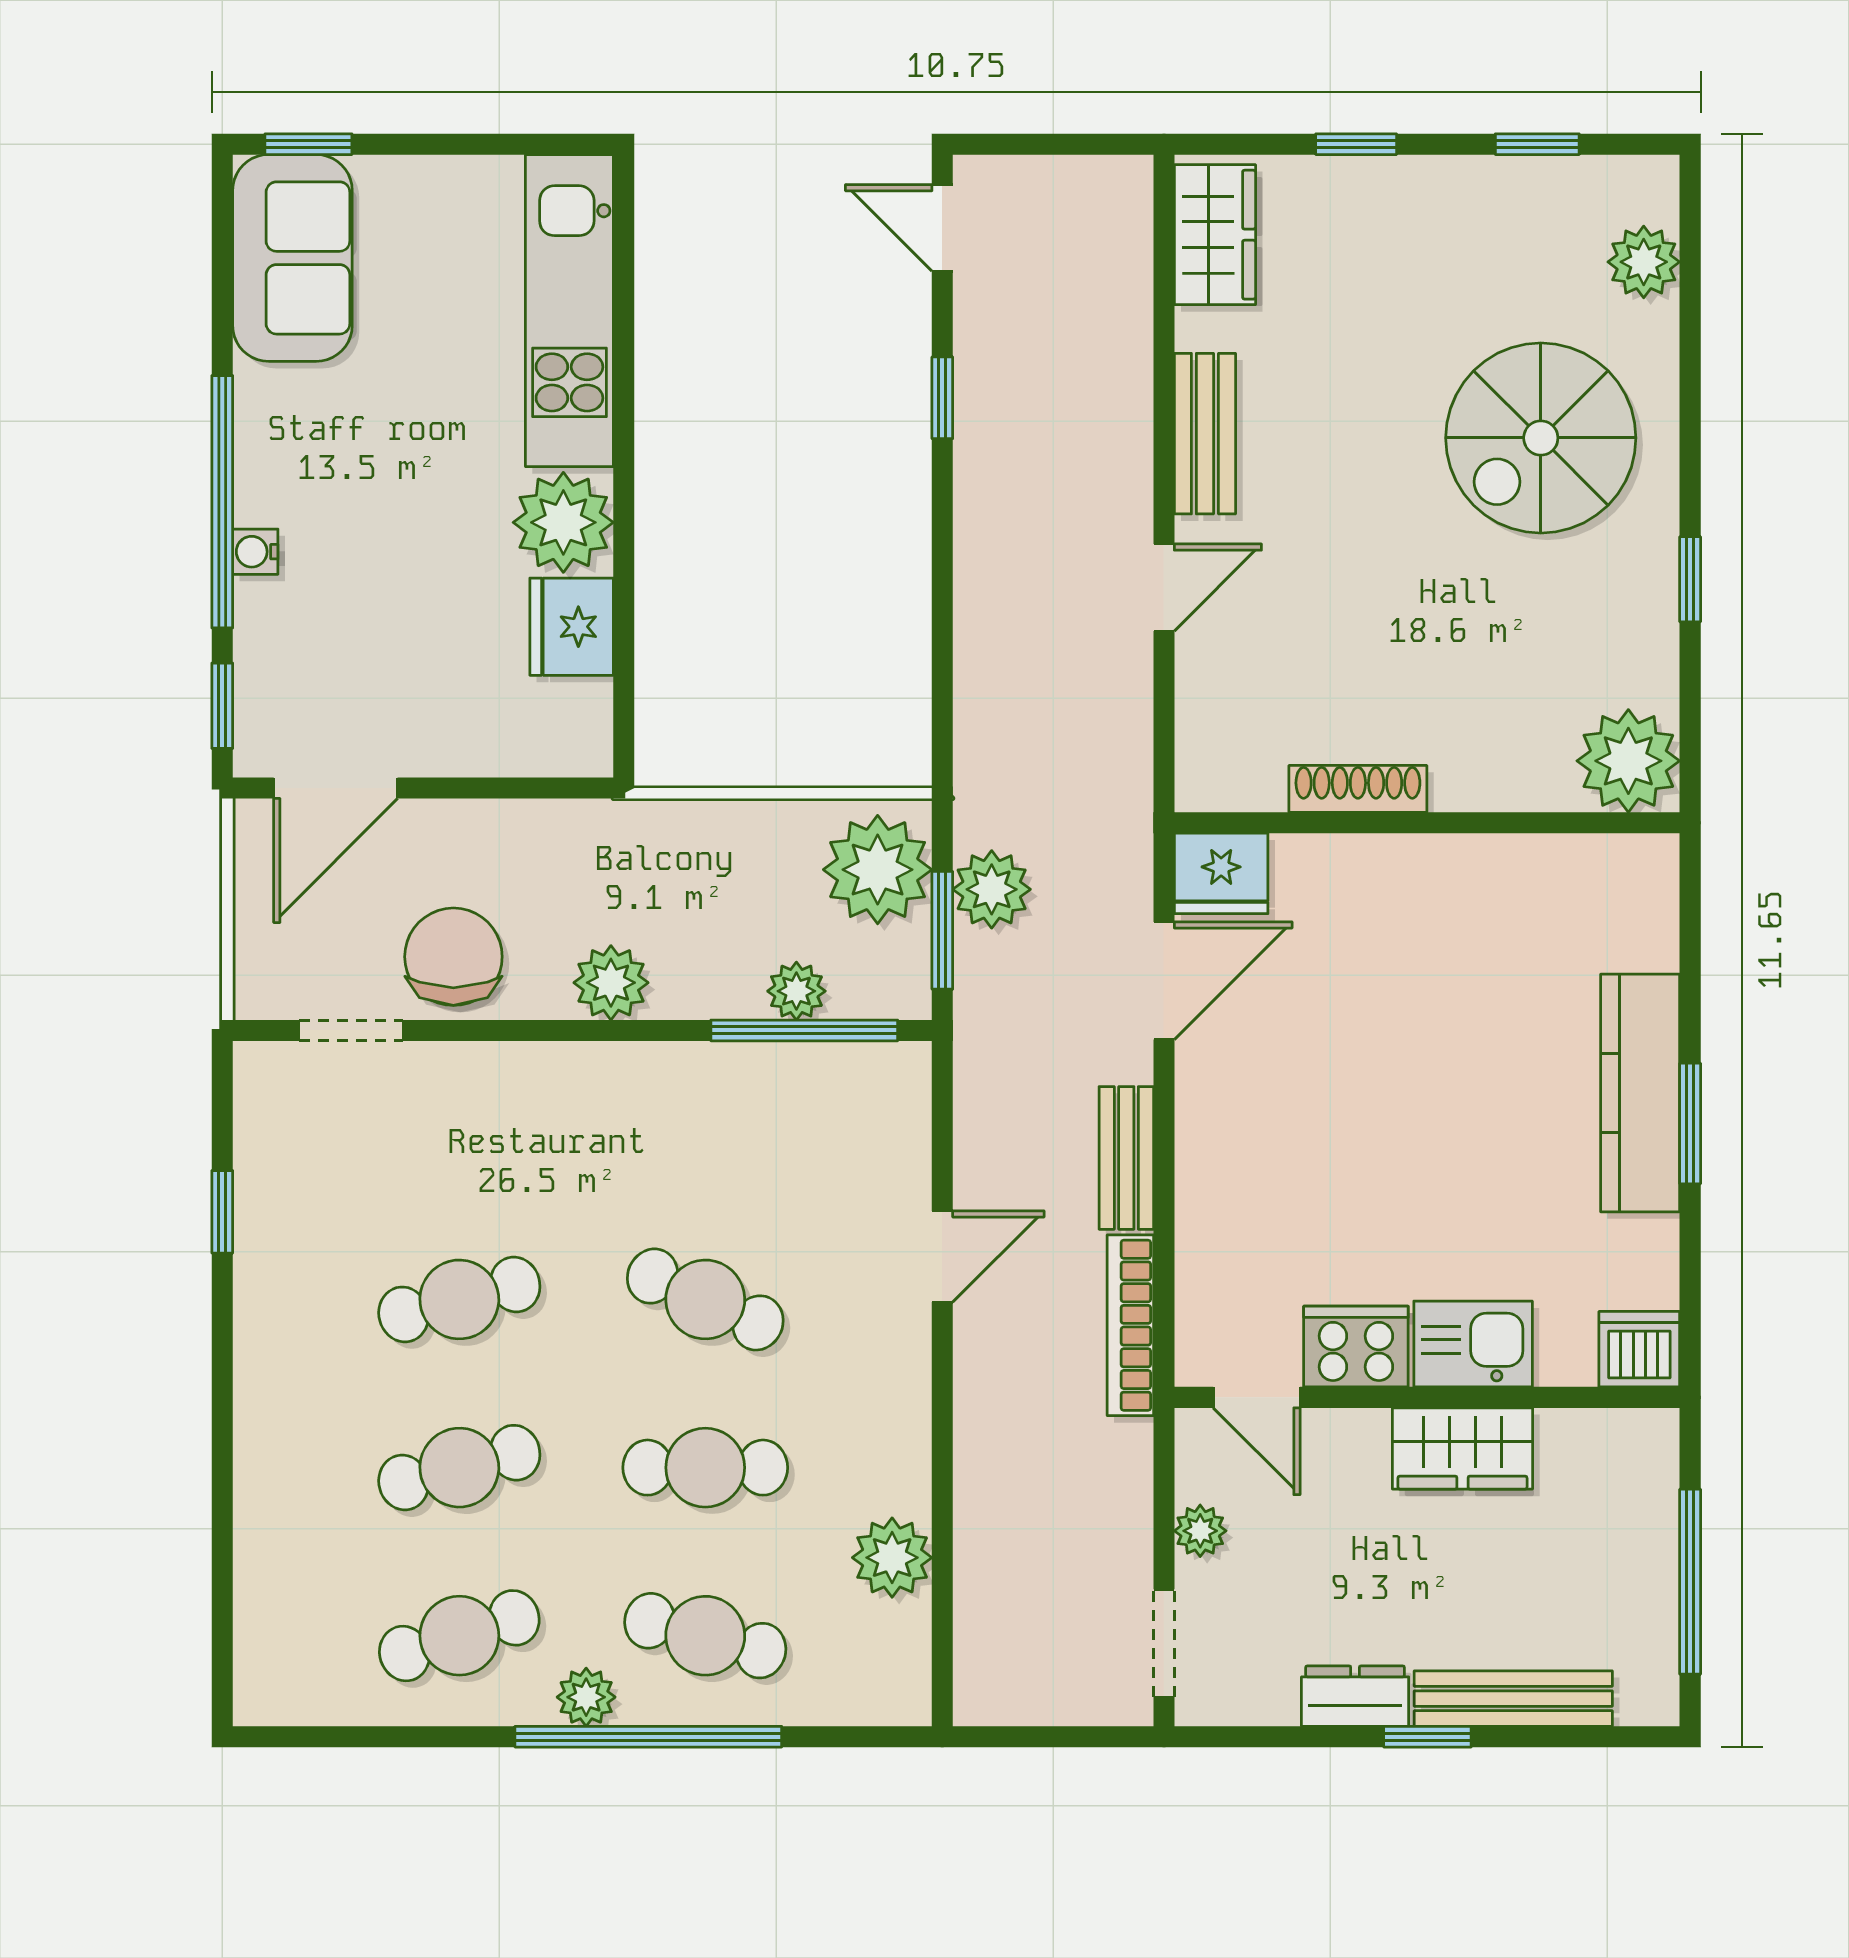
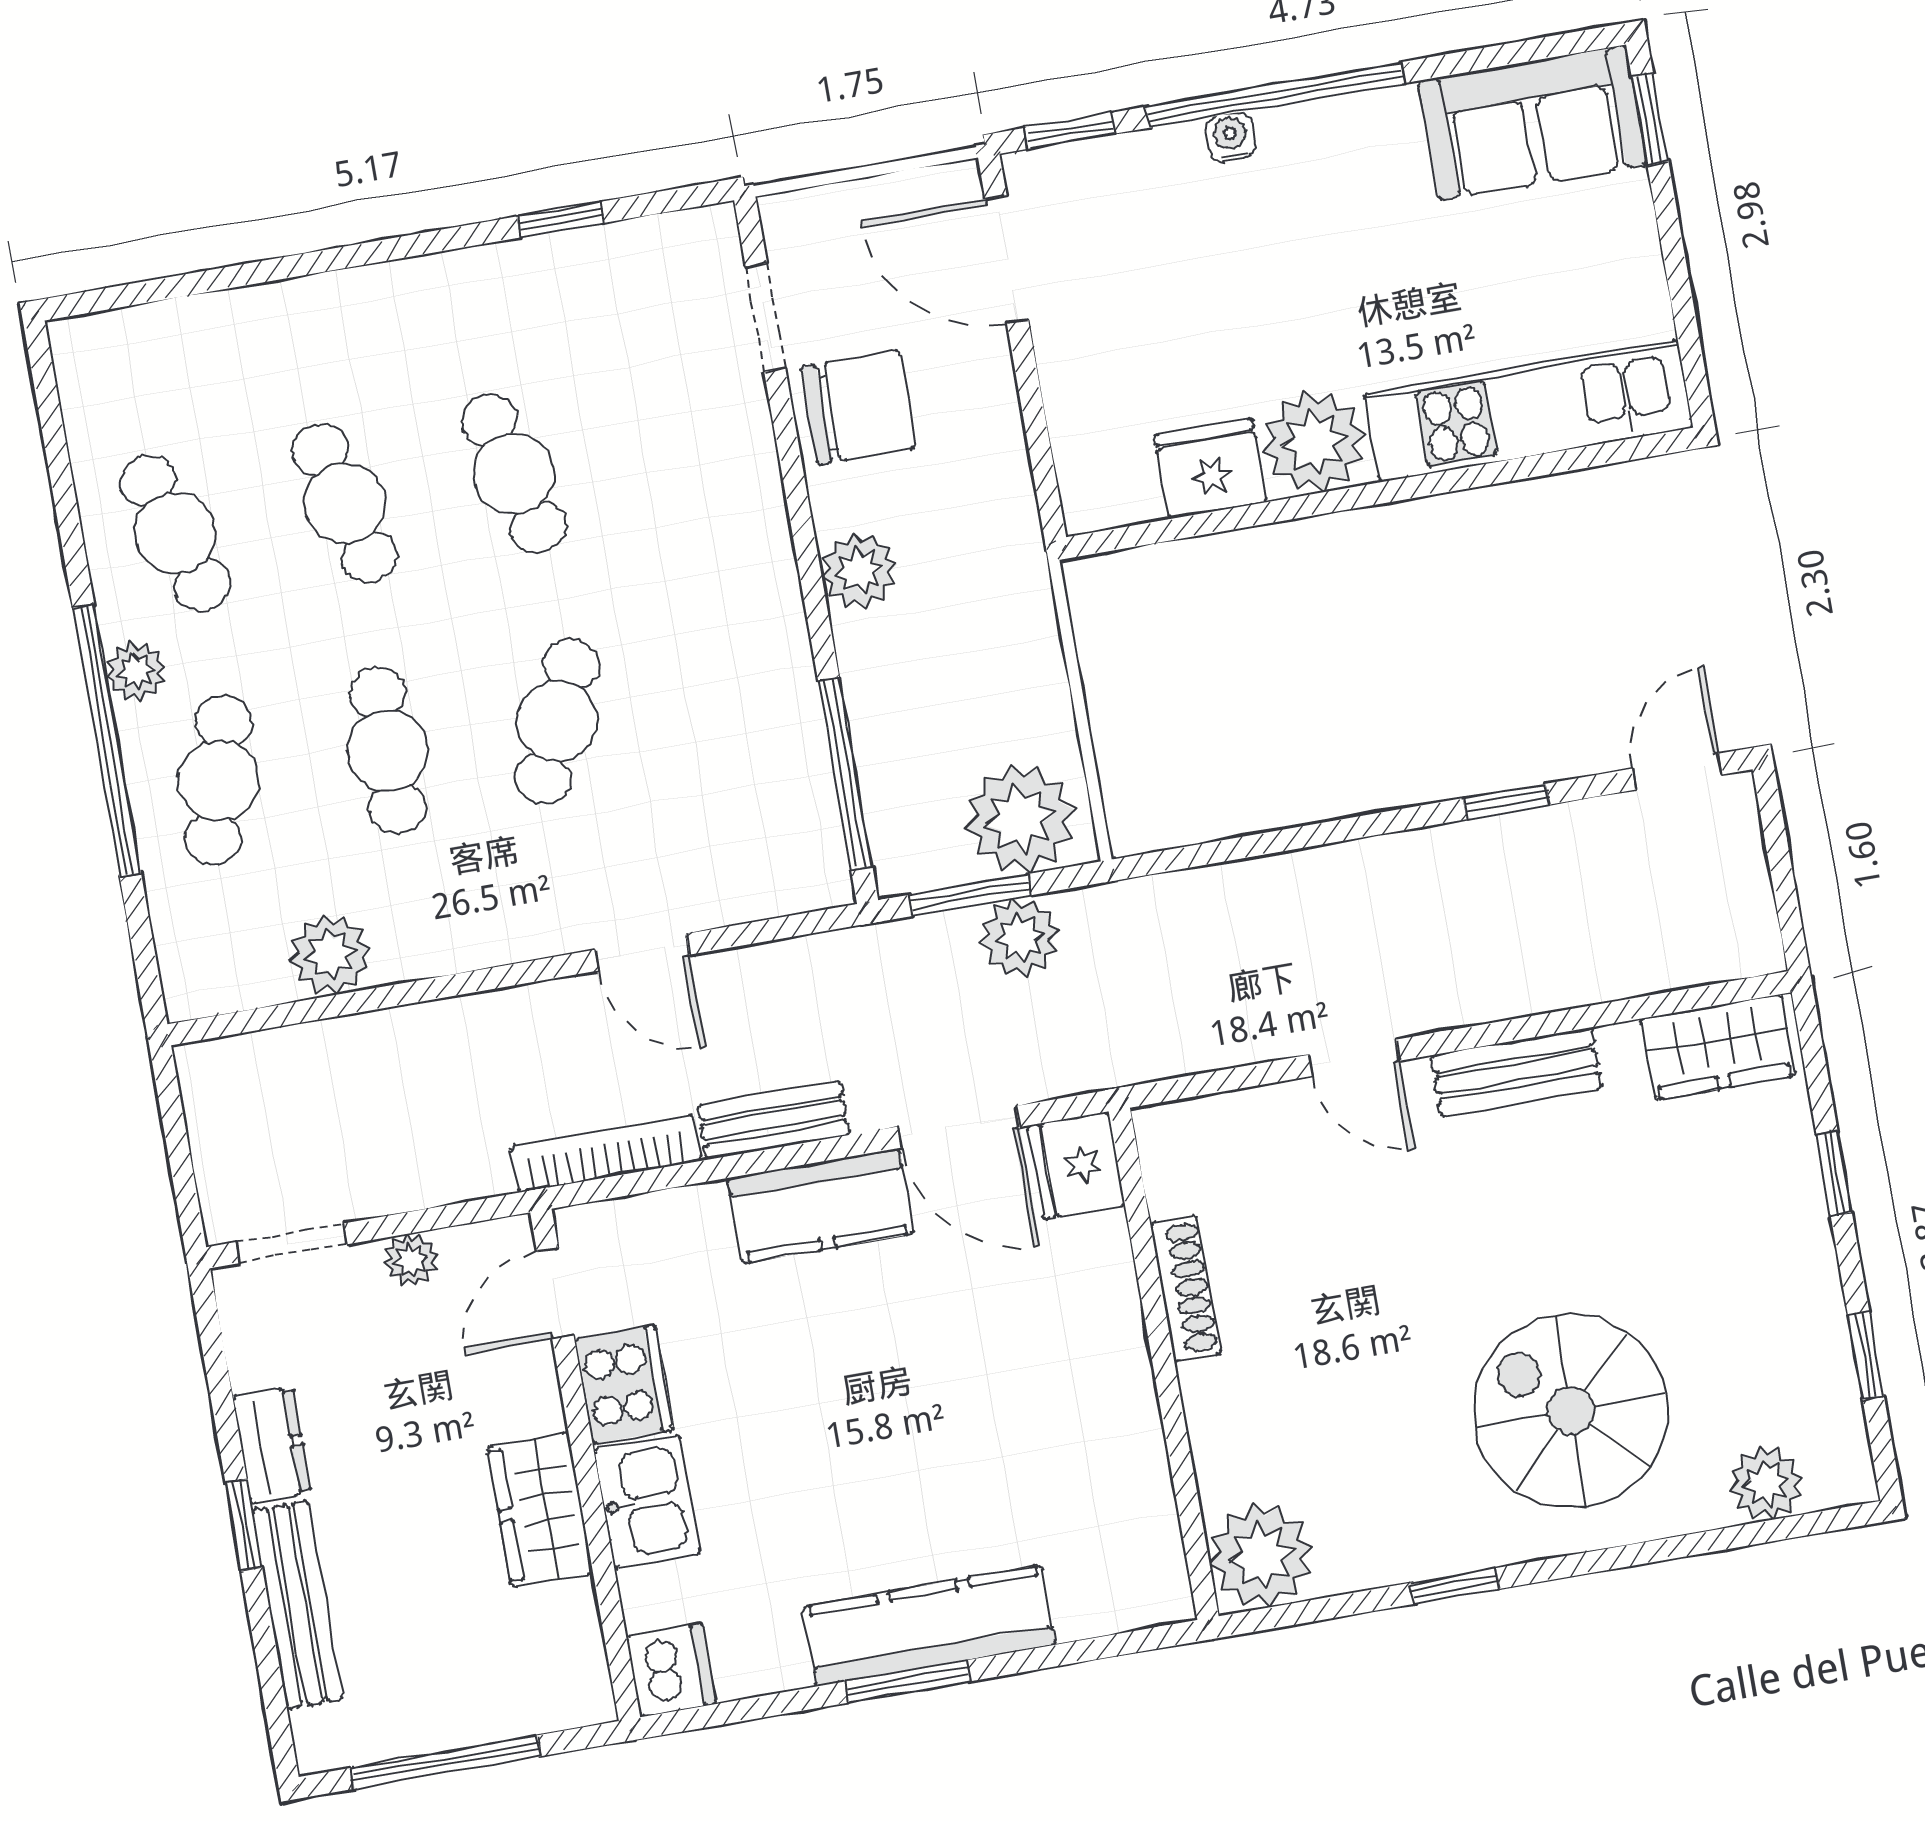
plant: (796, 991) -> (883, 759), removed
kitchen counter: (1217, 1127) -> (821, 1206), added

